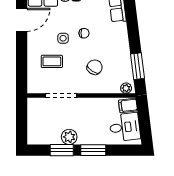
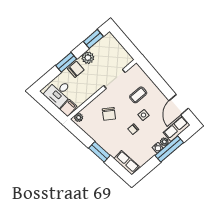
window: (137, 66) -> (99, 152), moved
chair: (90, 136) -> (76, 69), added
window: (62, 150) -> (93, 39), moved

